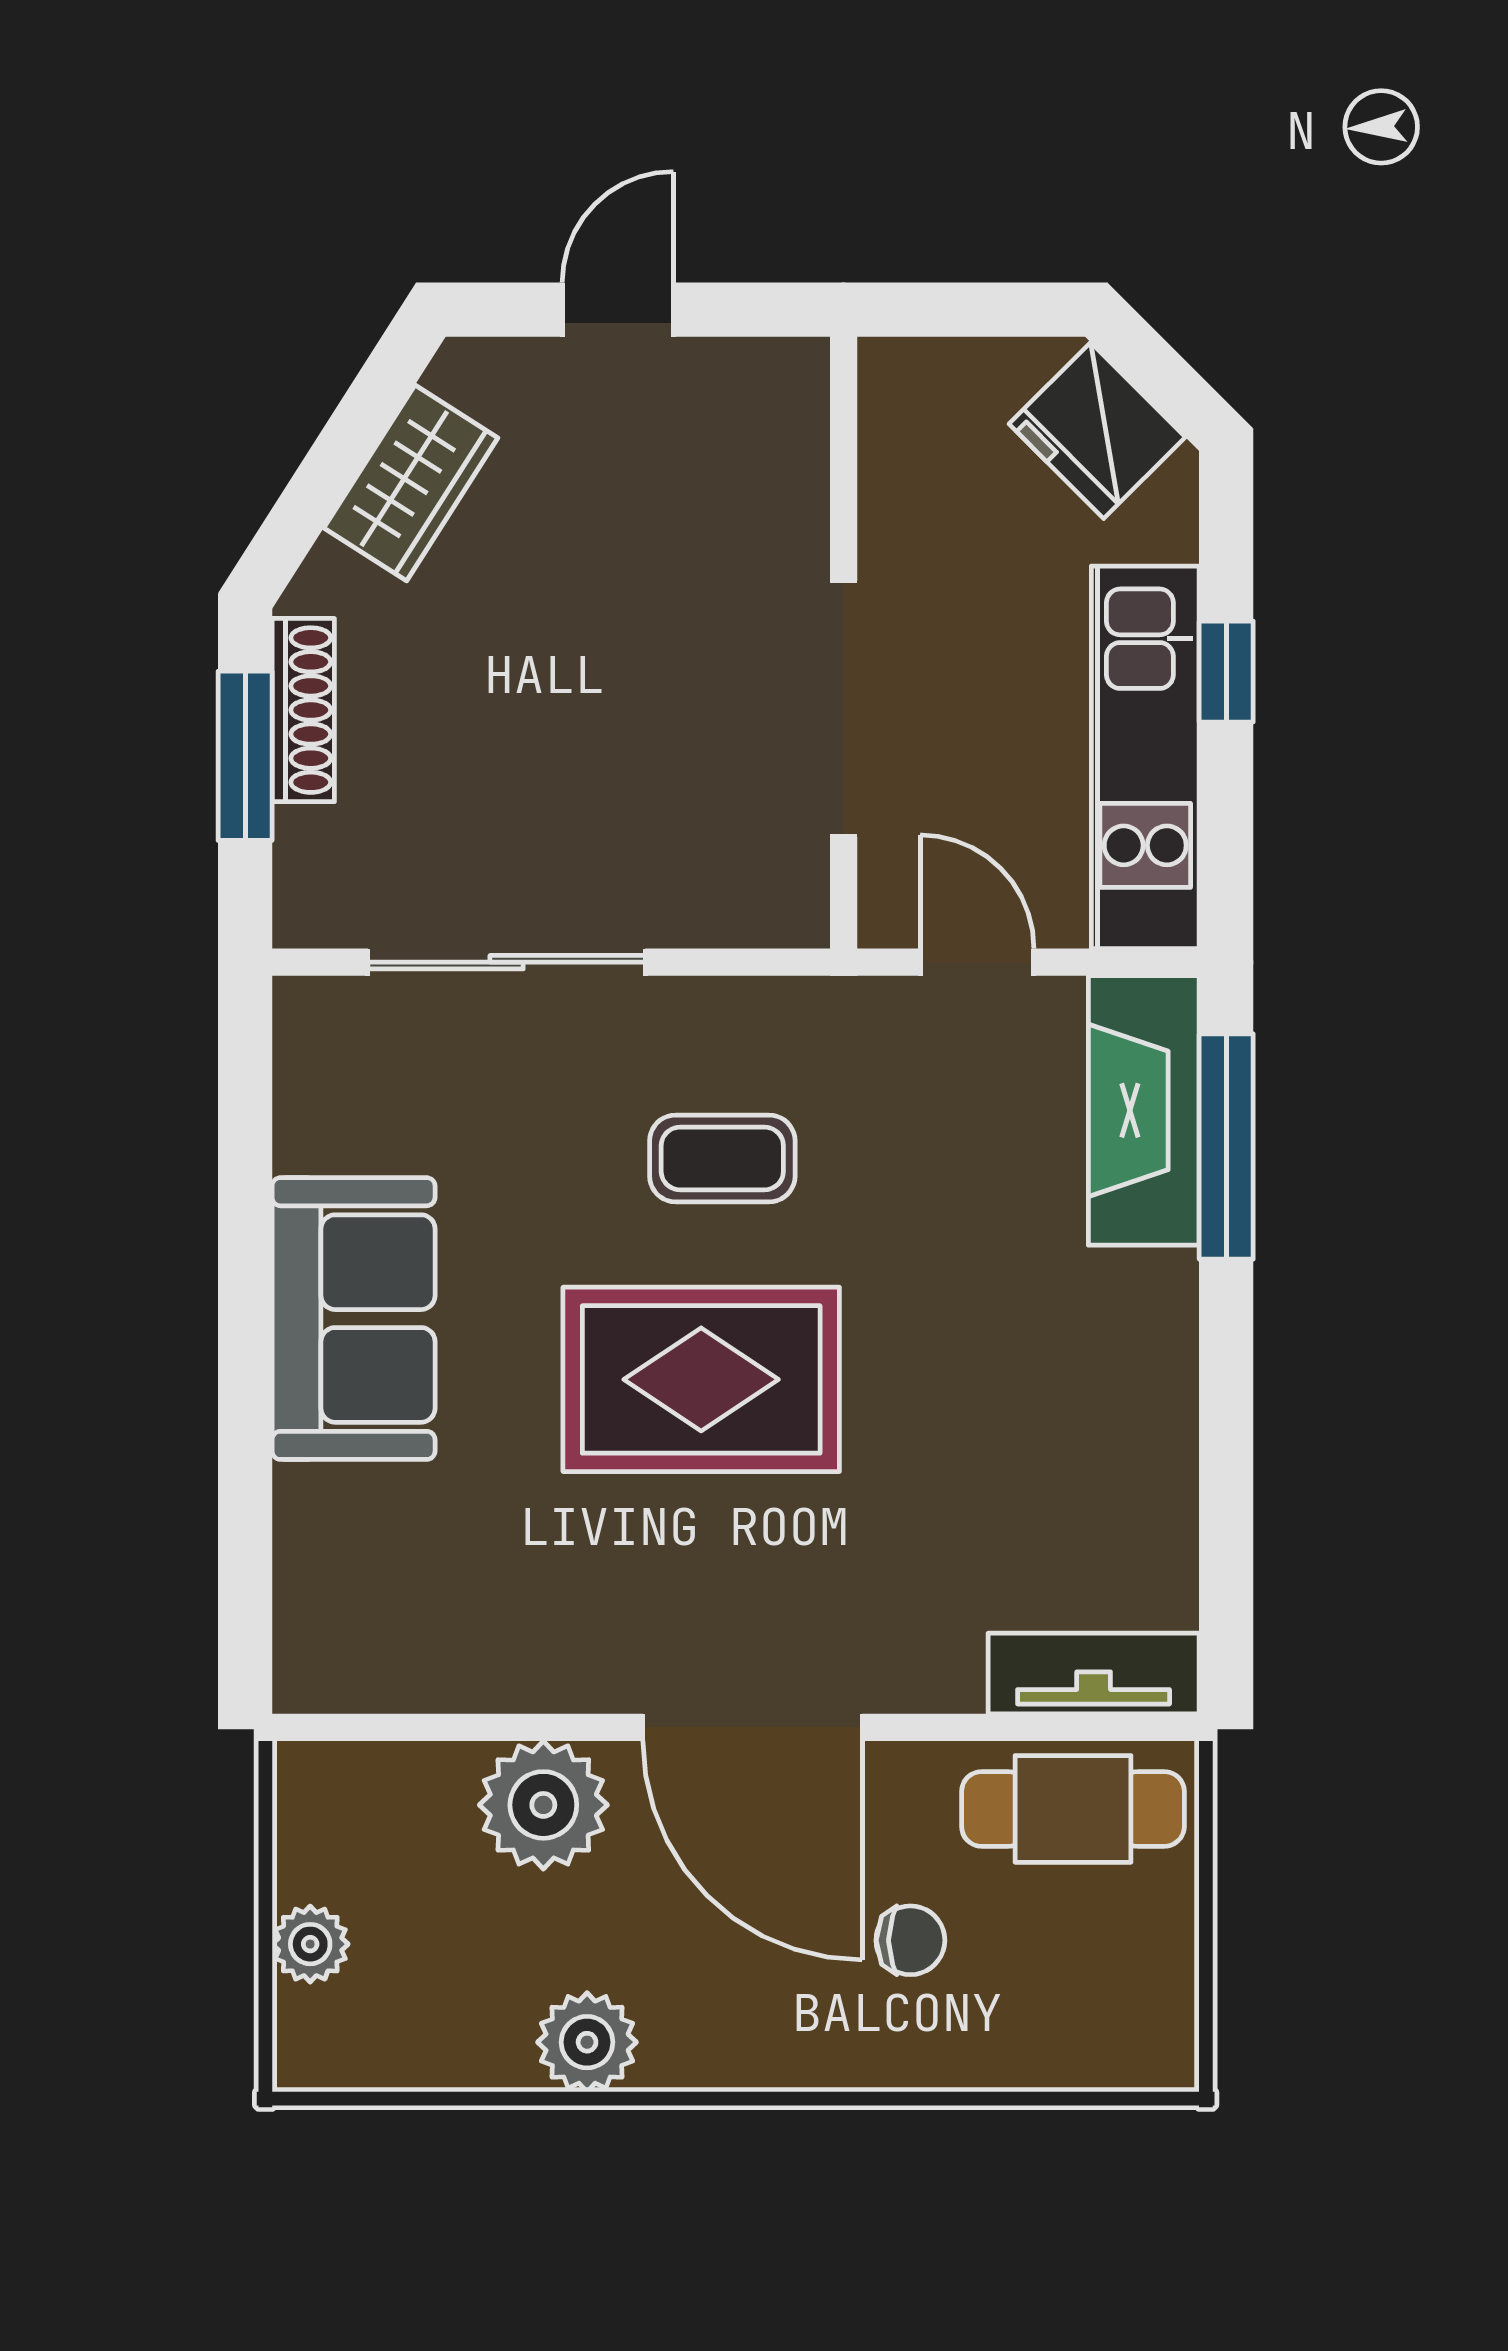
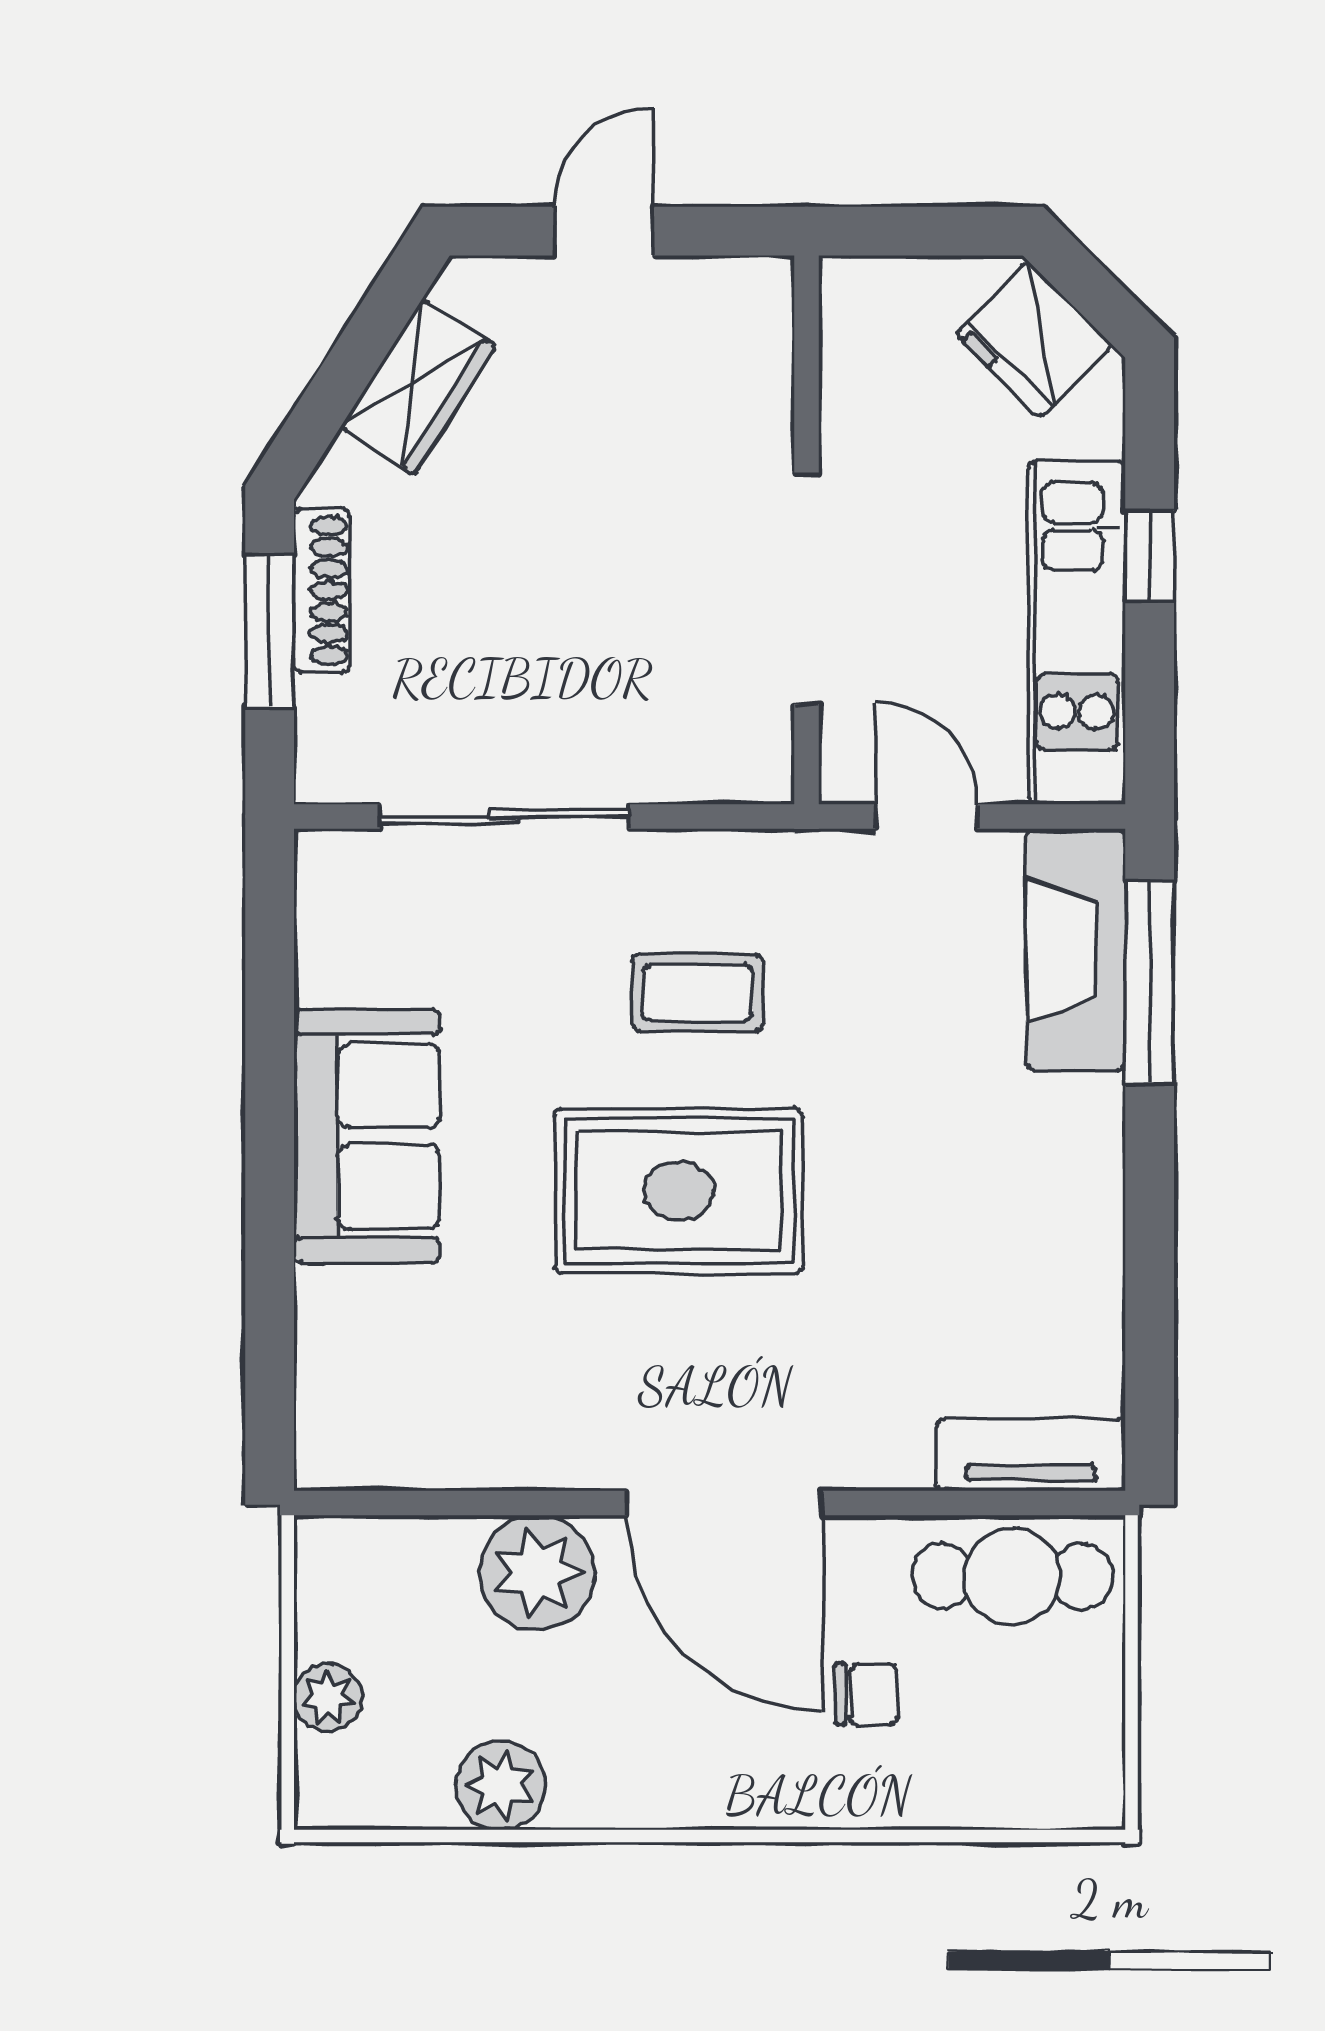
plant: (587, 2042) -> (500, 1785), moved

